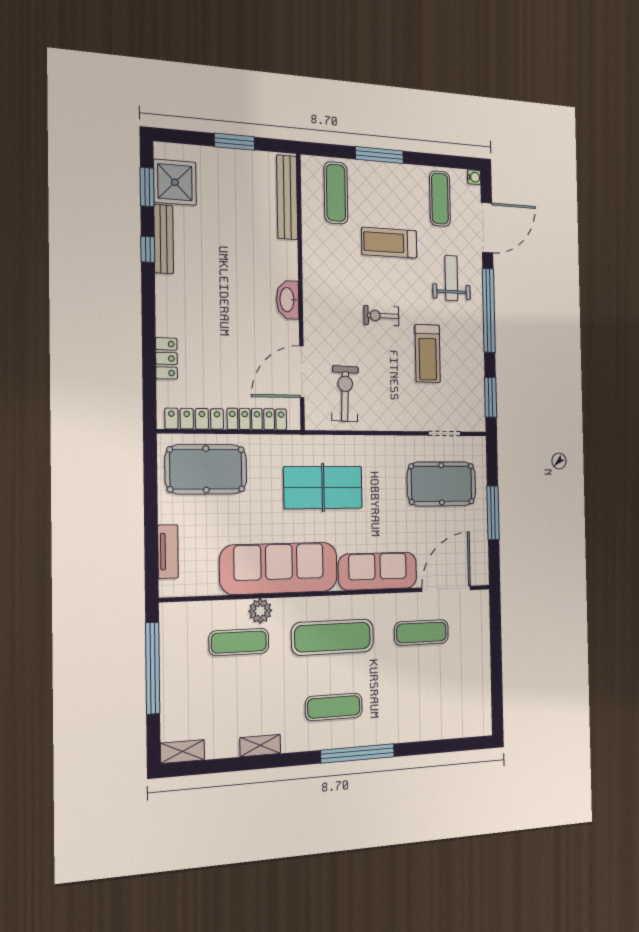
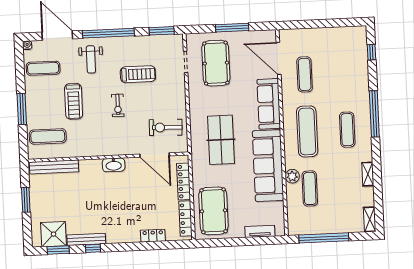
weight bench: (451, 278) -> (91, 59), turned -90
window: (452, 745) -> (372, 52), added

